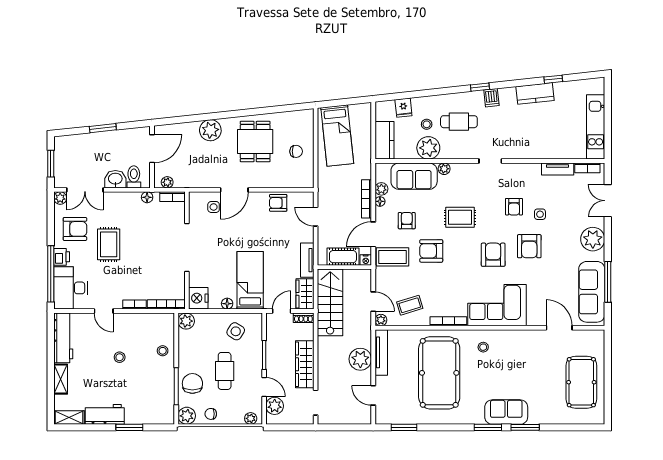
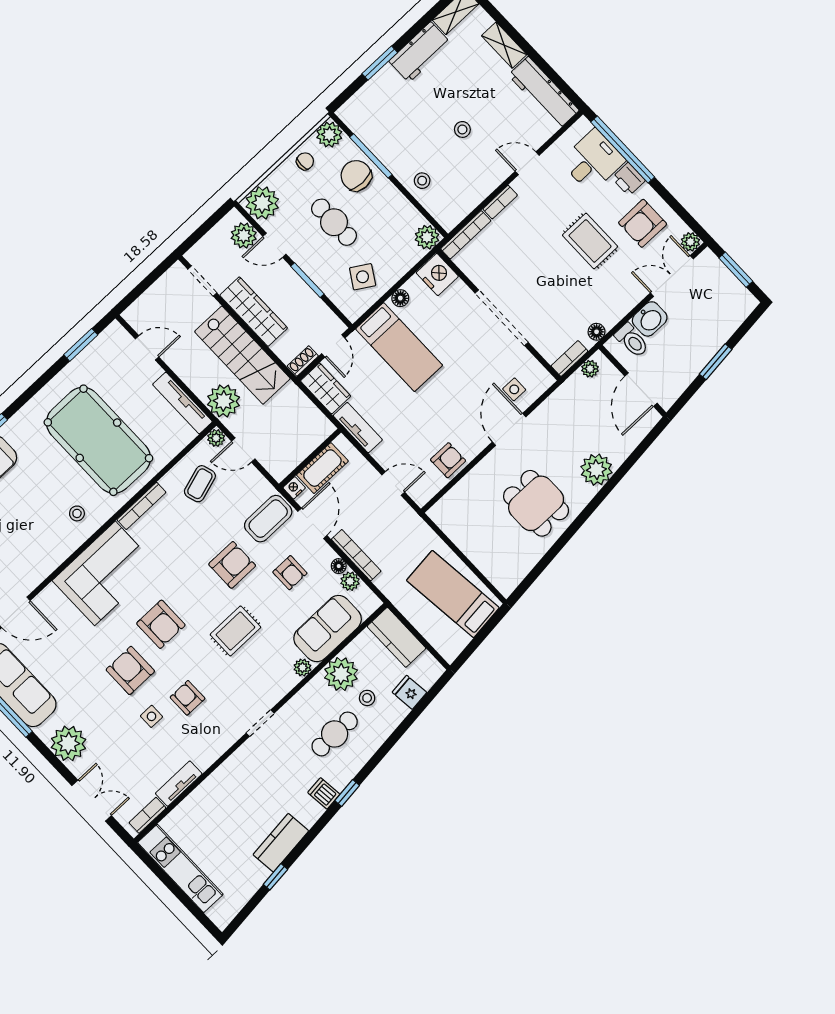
chair: (296, 151) -> (481, 535), removed
desk: (71, 288) -> (593, 161), width x0.73
stairs: (330, 302) -> (242, 355), moved
plant: (360, 359) -> (224, 401), moved
chair: (192, 383) -> (356, 176), turned 180
plant: (251, 418) -> (262, 203), width x1.87, depth x1.87

